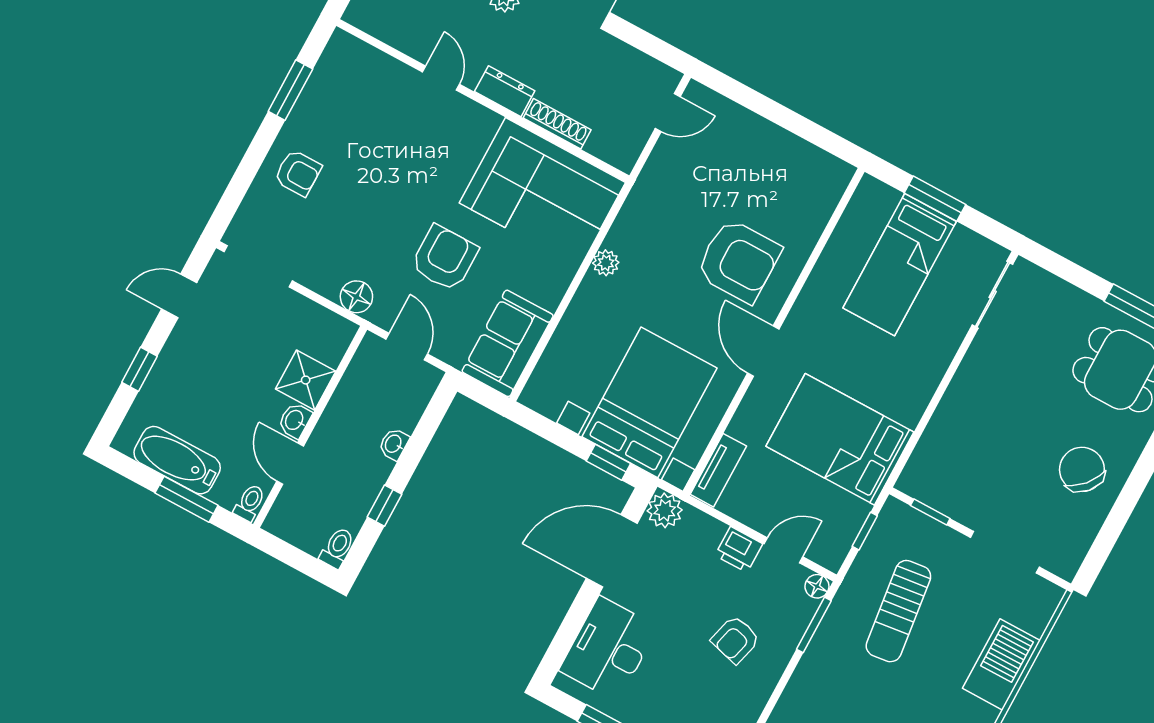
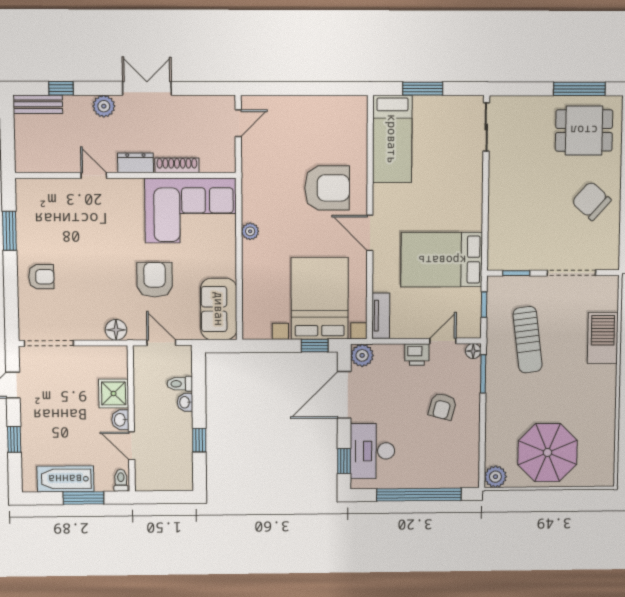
bed: (900, 265) -> (392, 139), moved
toilet: (337, 548) -> (180, 384), moved, turned -90
window: (563, 642) -> (344, 461), added

